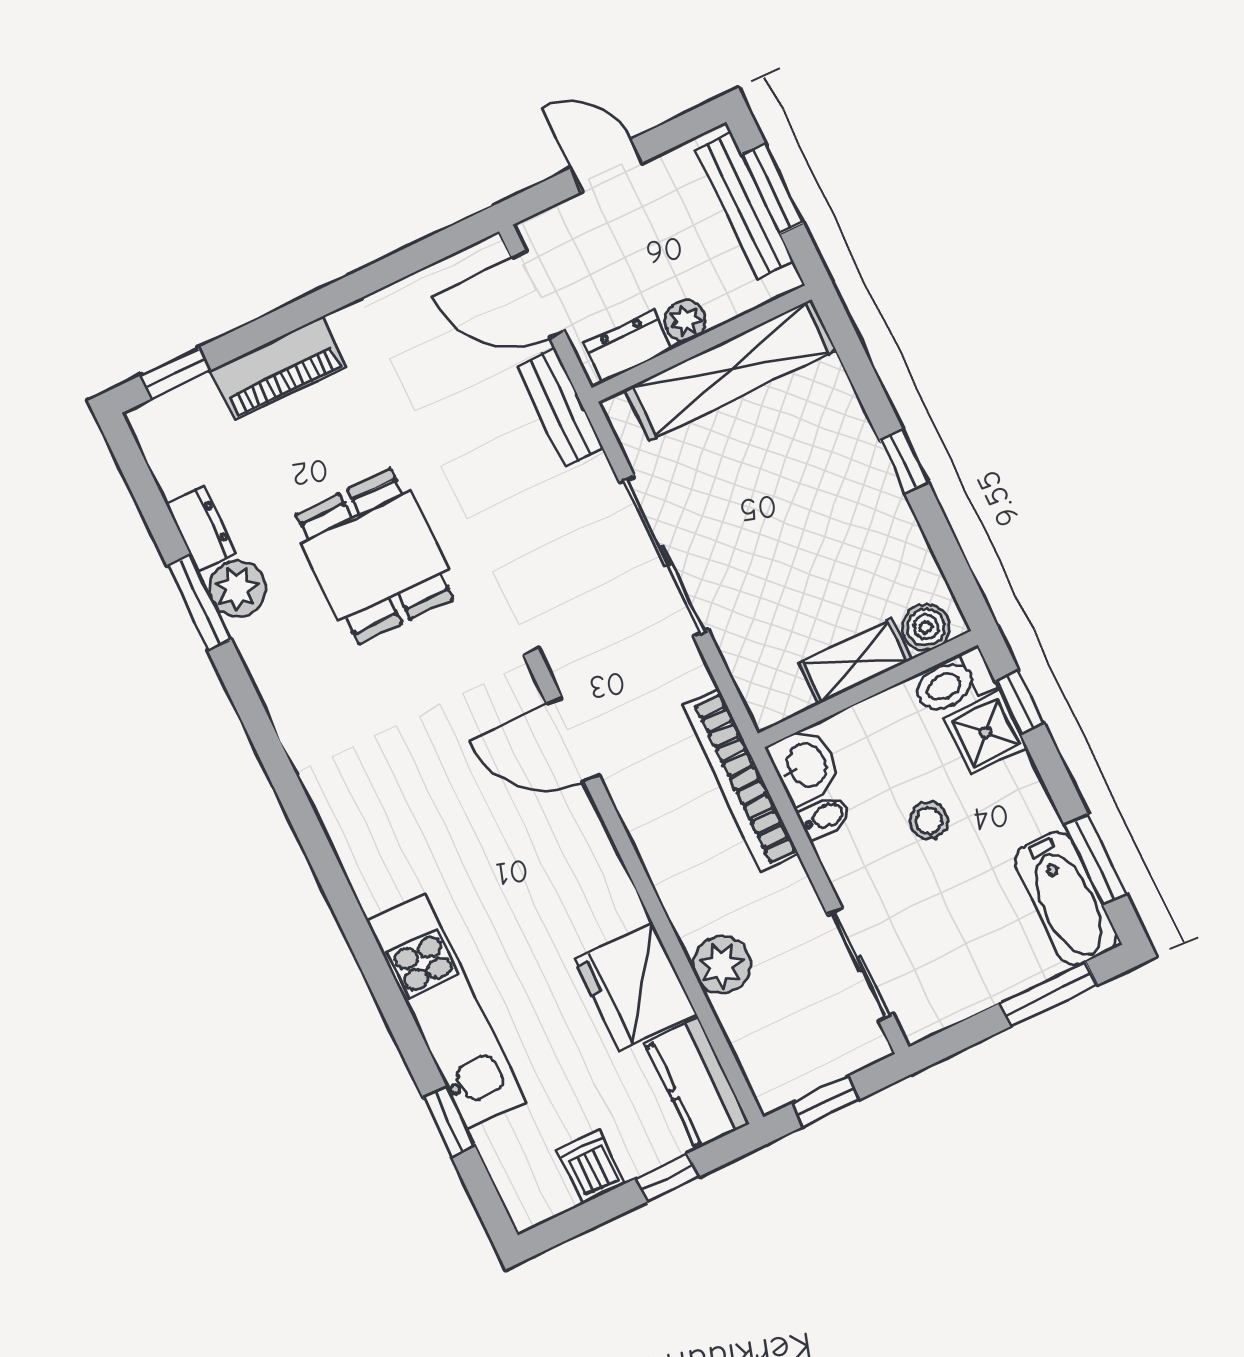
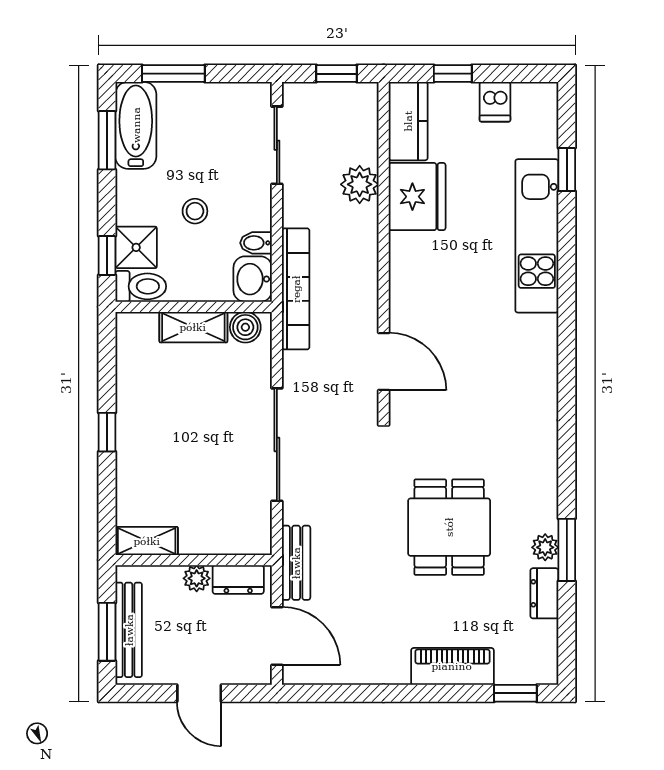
shelving: (730, 370) -> (147, 541), width x0.45, depth x0.75
plant: (237, 589) -> (545, 547), width x0.73, depth x0.73
boiler: (926, 627) -> (245, 327), moved

